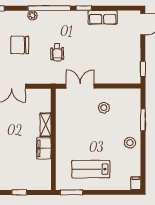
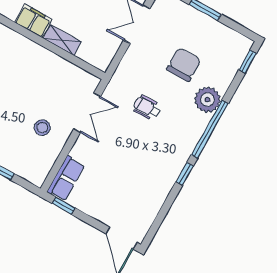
plant: (32, 15) -> (207, 100), width x1.87, depth x1.87
row of seats: (103, 17) -> (66, 178), moved, turned 180

